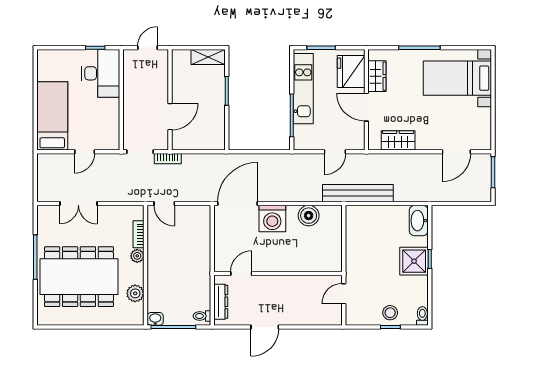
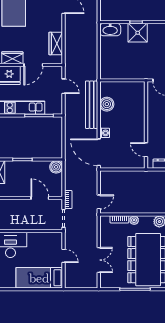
boiler: (216, 141) -> (56, 167), added
bench: (358, 193) -> (92, 105), moved
washing machine: (272, 219) -> (105, 133), width x0.53, depth x0.53

